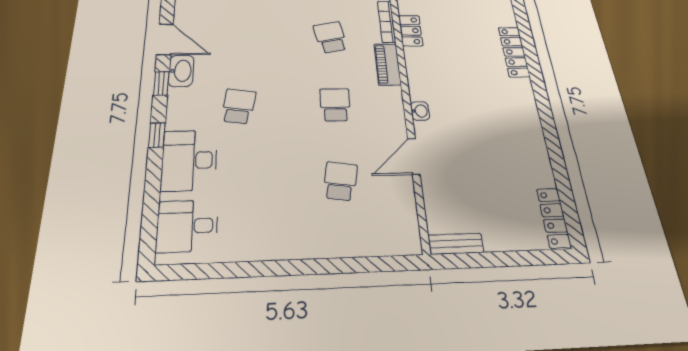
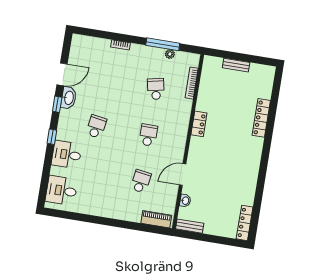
locker: (411, 31) -> (199, 124), moved
door: (165, 39) -> (62, 74), hinge flipped
piano: (388, 64) -> (156, 219), moved, turned 90
washbasin: (420, 111) -> (185, 201), moved
desk: (189, 160) -> (67, 155), width x0.73

